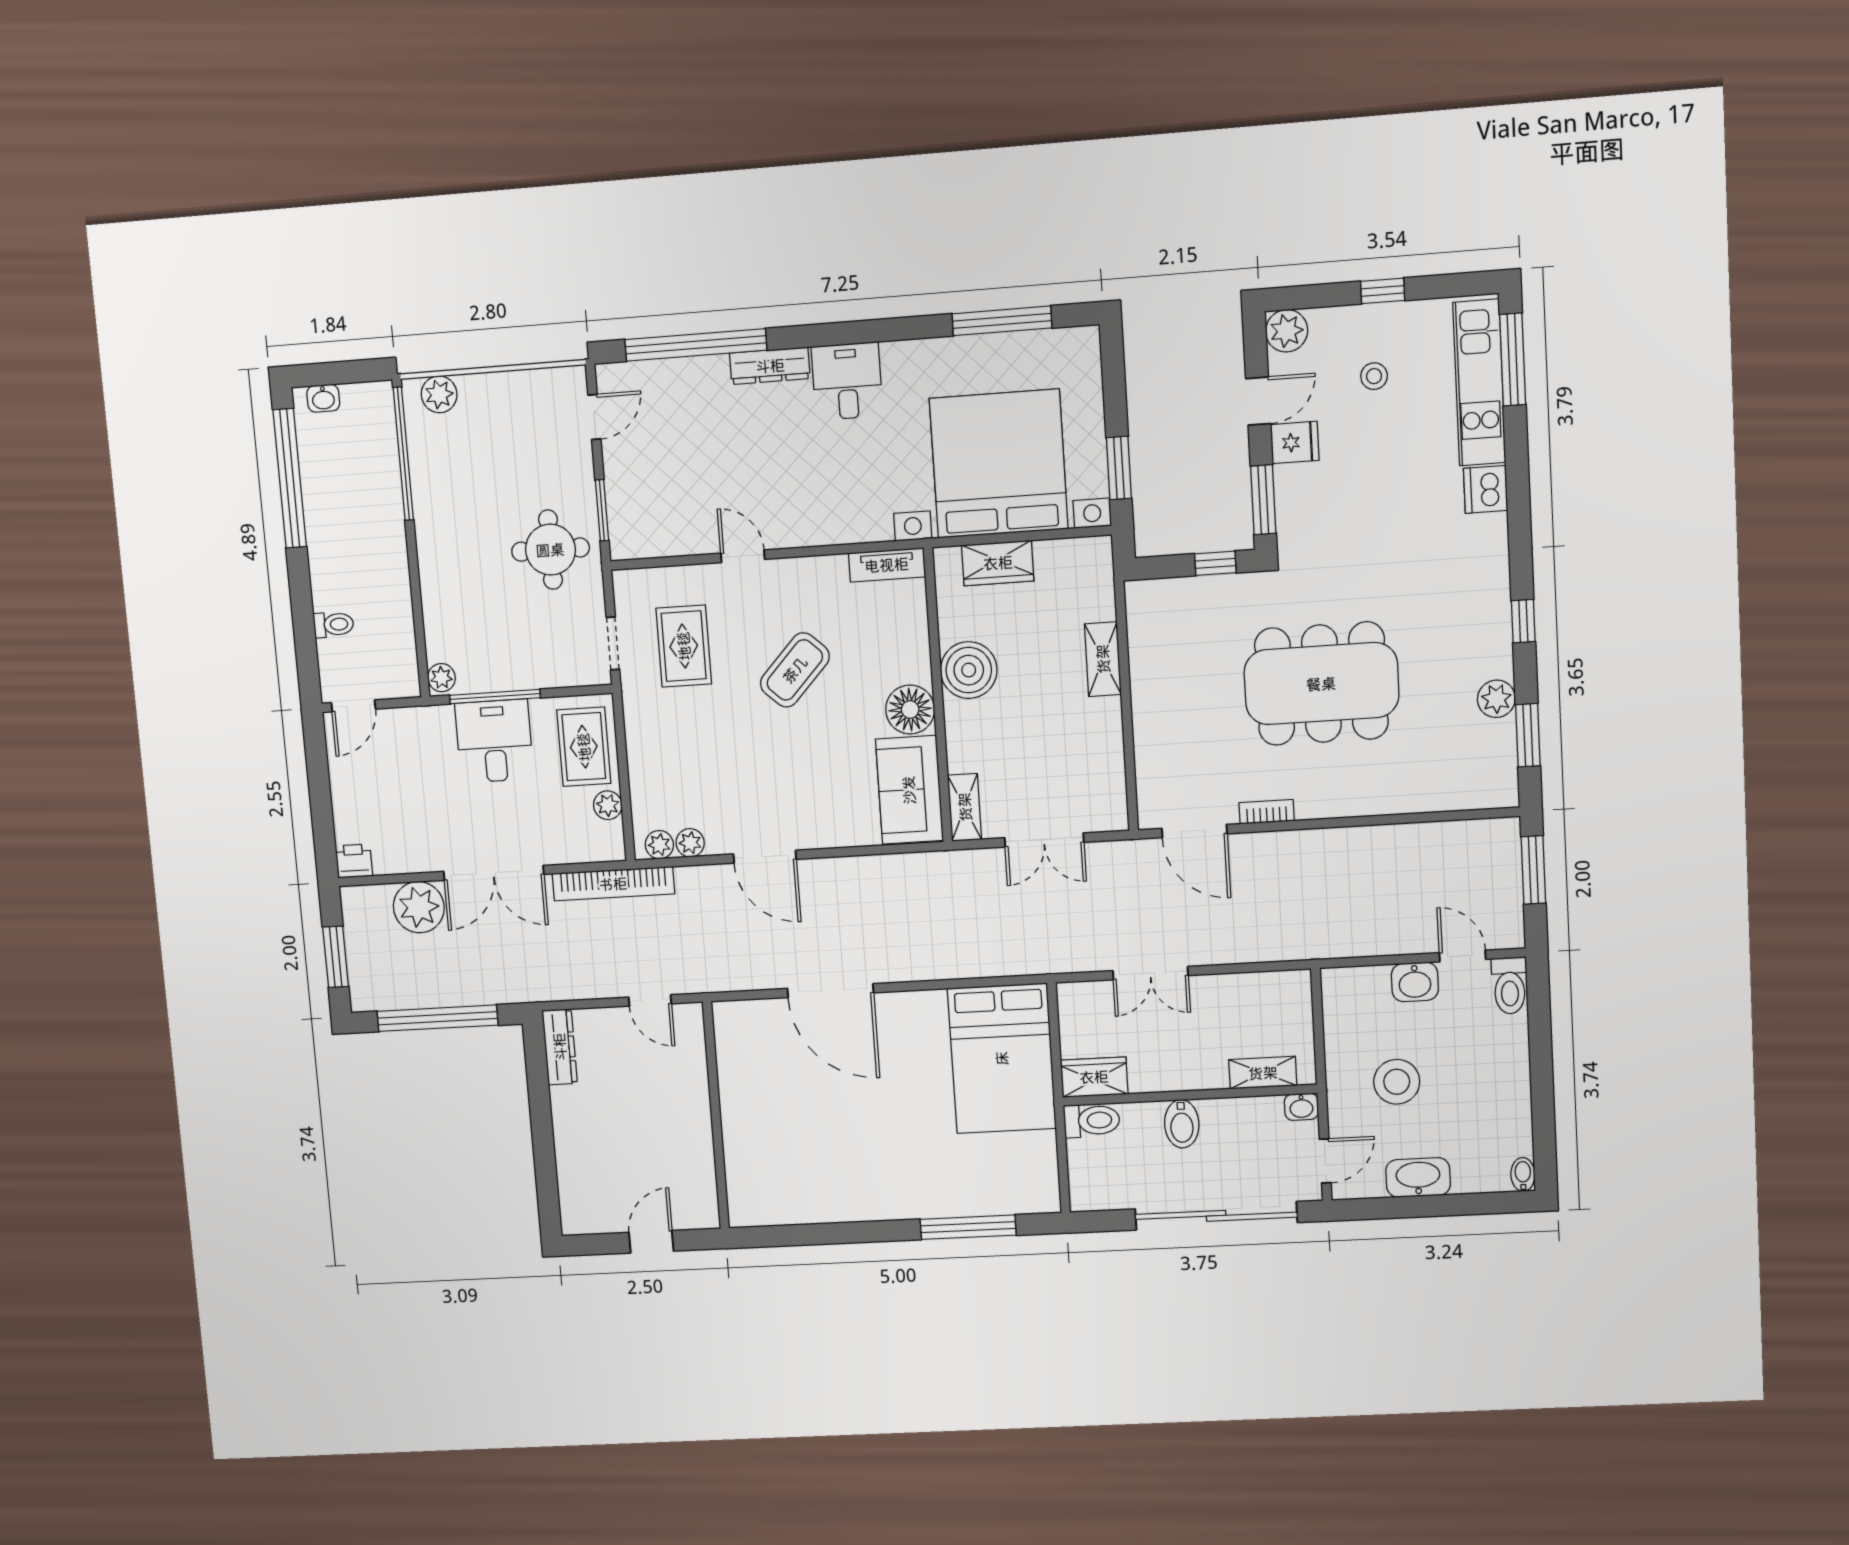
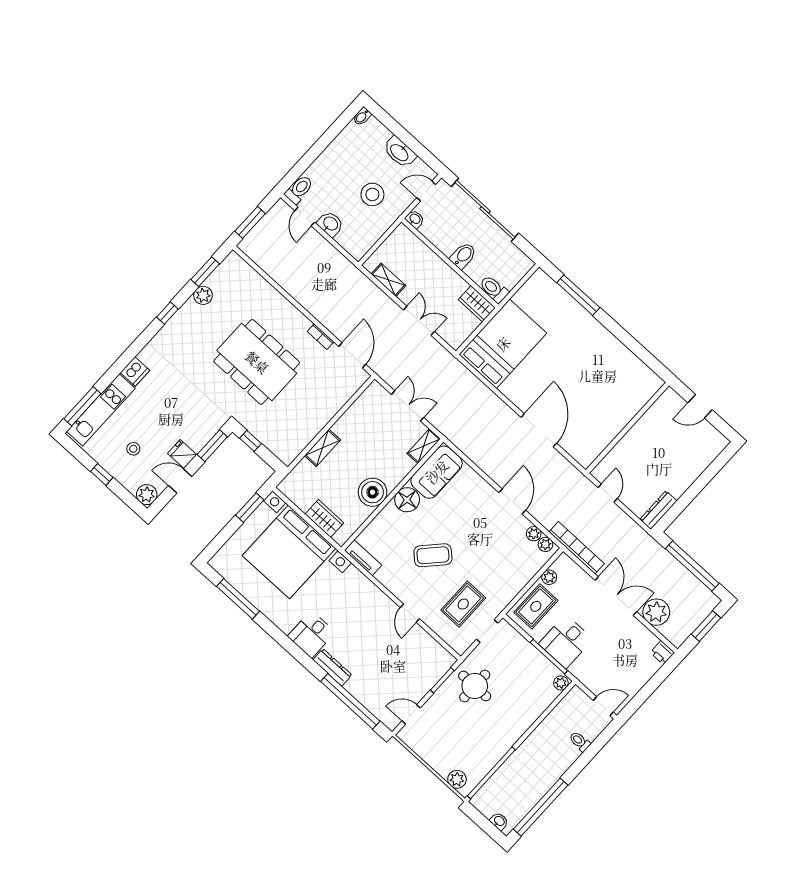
shelving: (1263, 1073) -> (388, 280), moved

